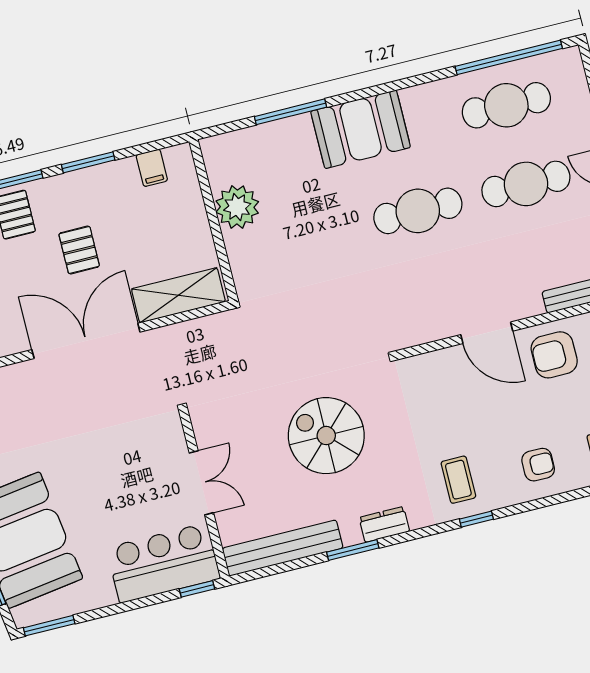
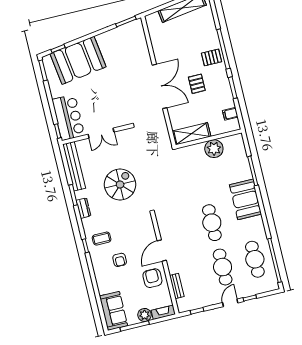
pallet: (79, 250) -> (197, 84), turned 90
shelving: (178, 295) -> (191, 134), moved, turned 90
armchair: (538, 465) -> (120, 260), moved

